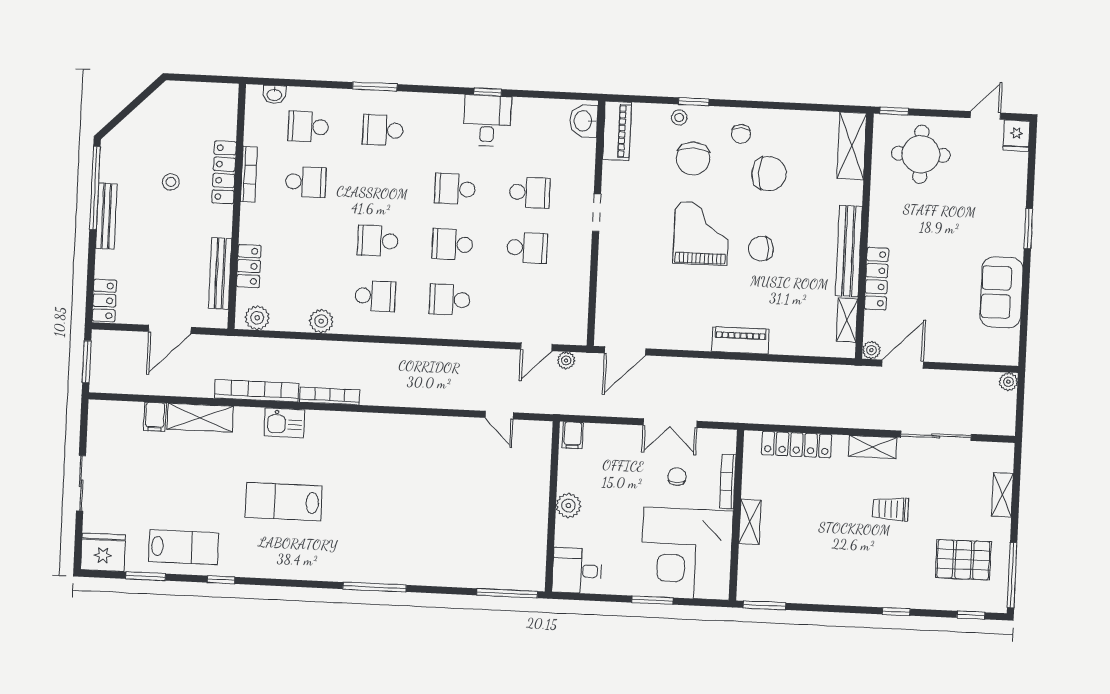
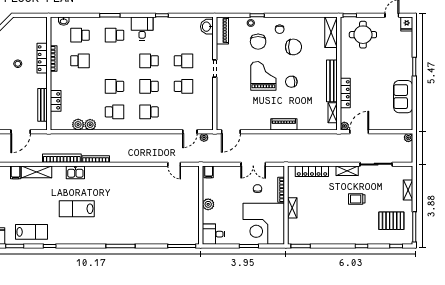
desk: (487, 121) -> (142, 29), moved
plant: (257, 318) -> (78, 125), moved

